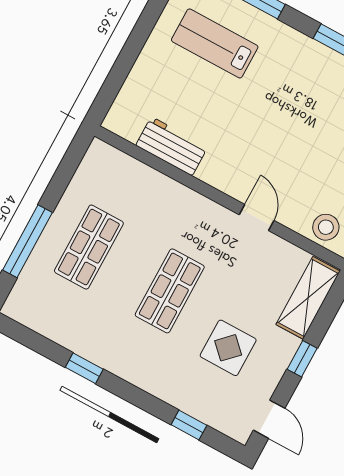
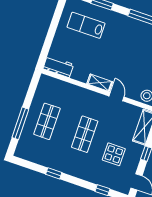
workbench: (172, 146) -> (58, 67), moved
shelving: (224, 180) -> (100, 83), added

